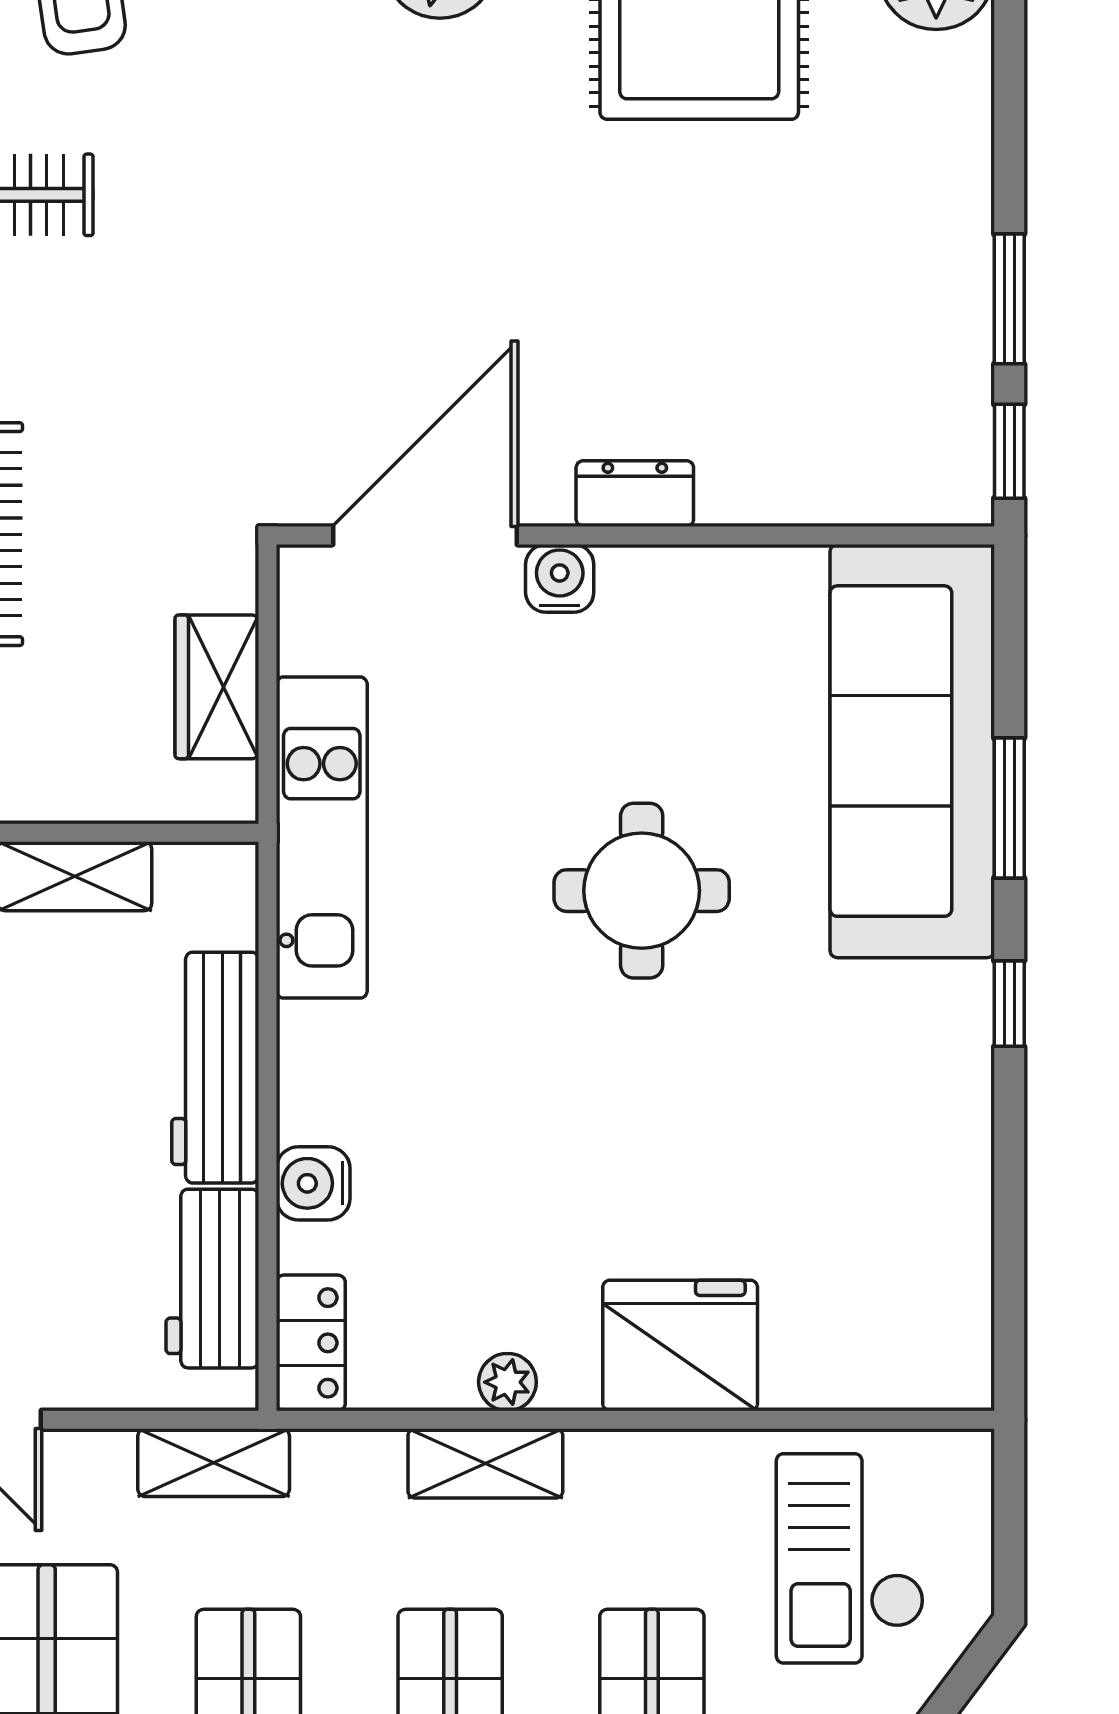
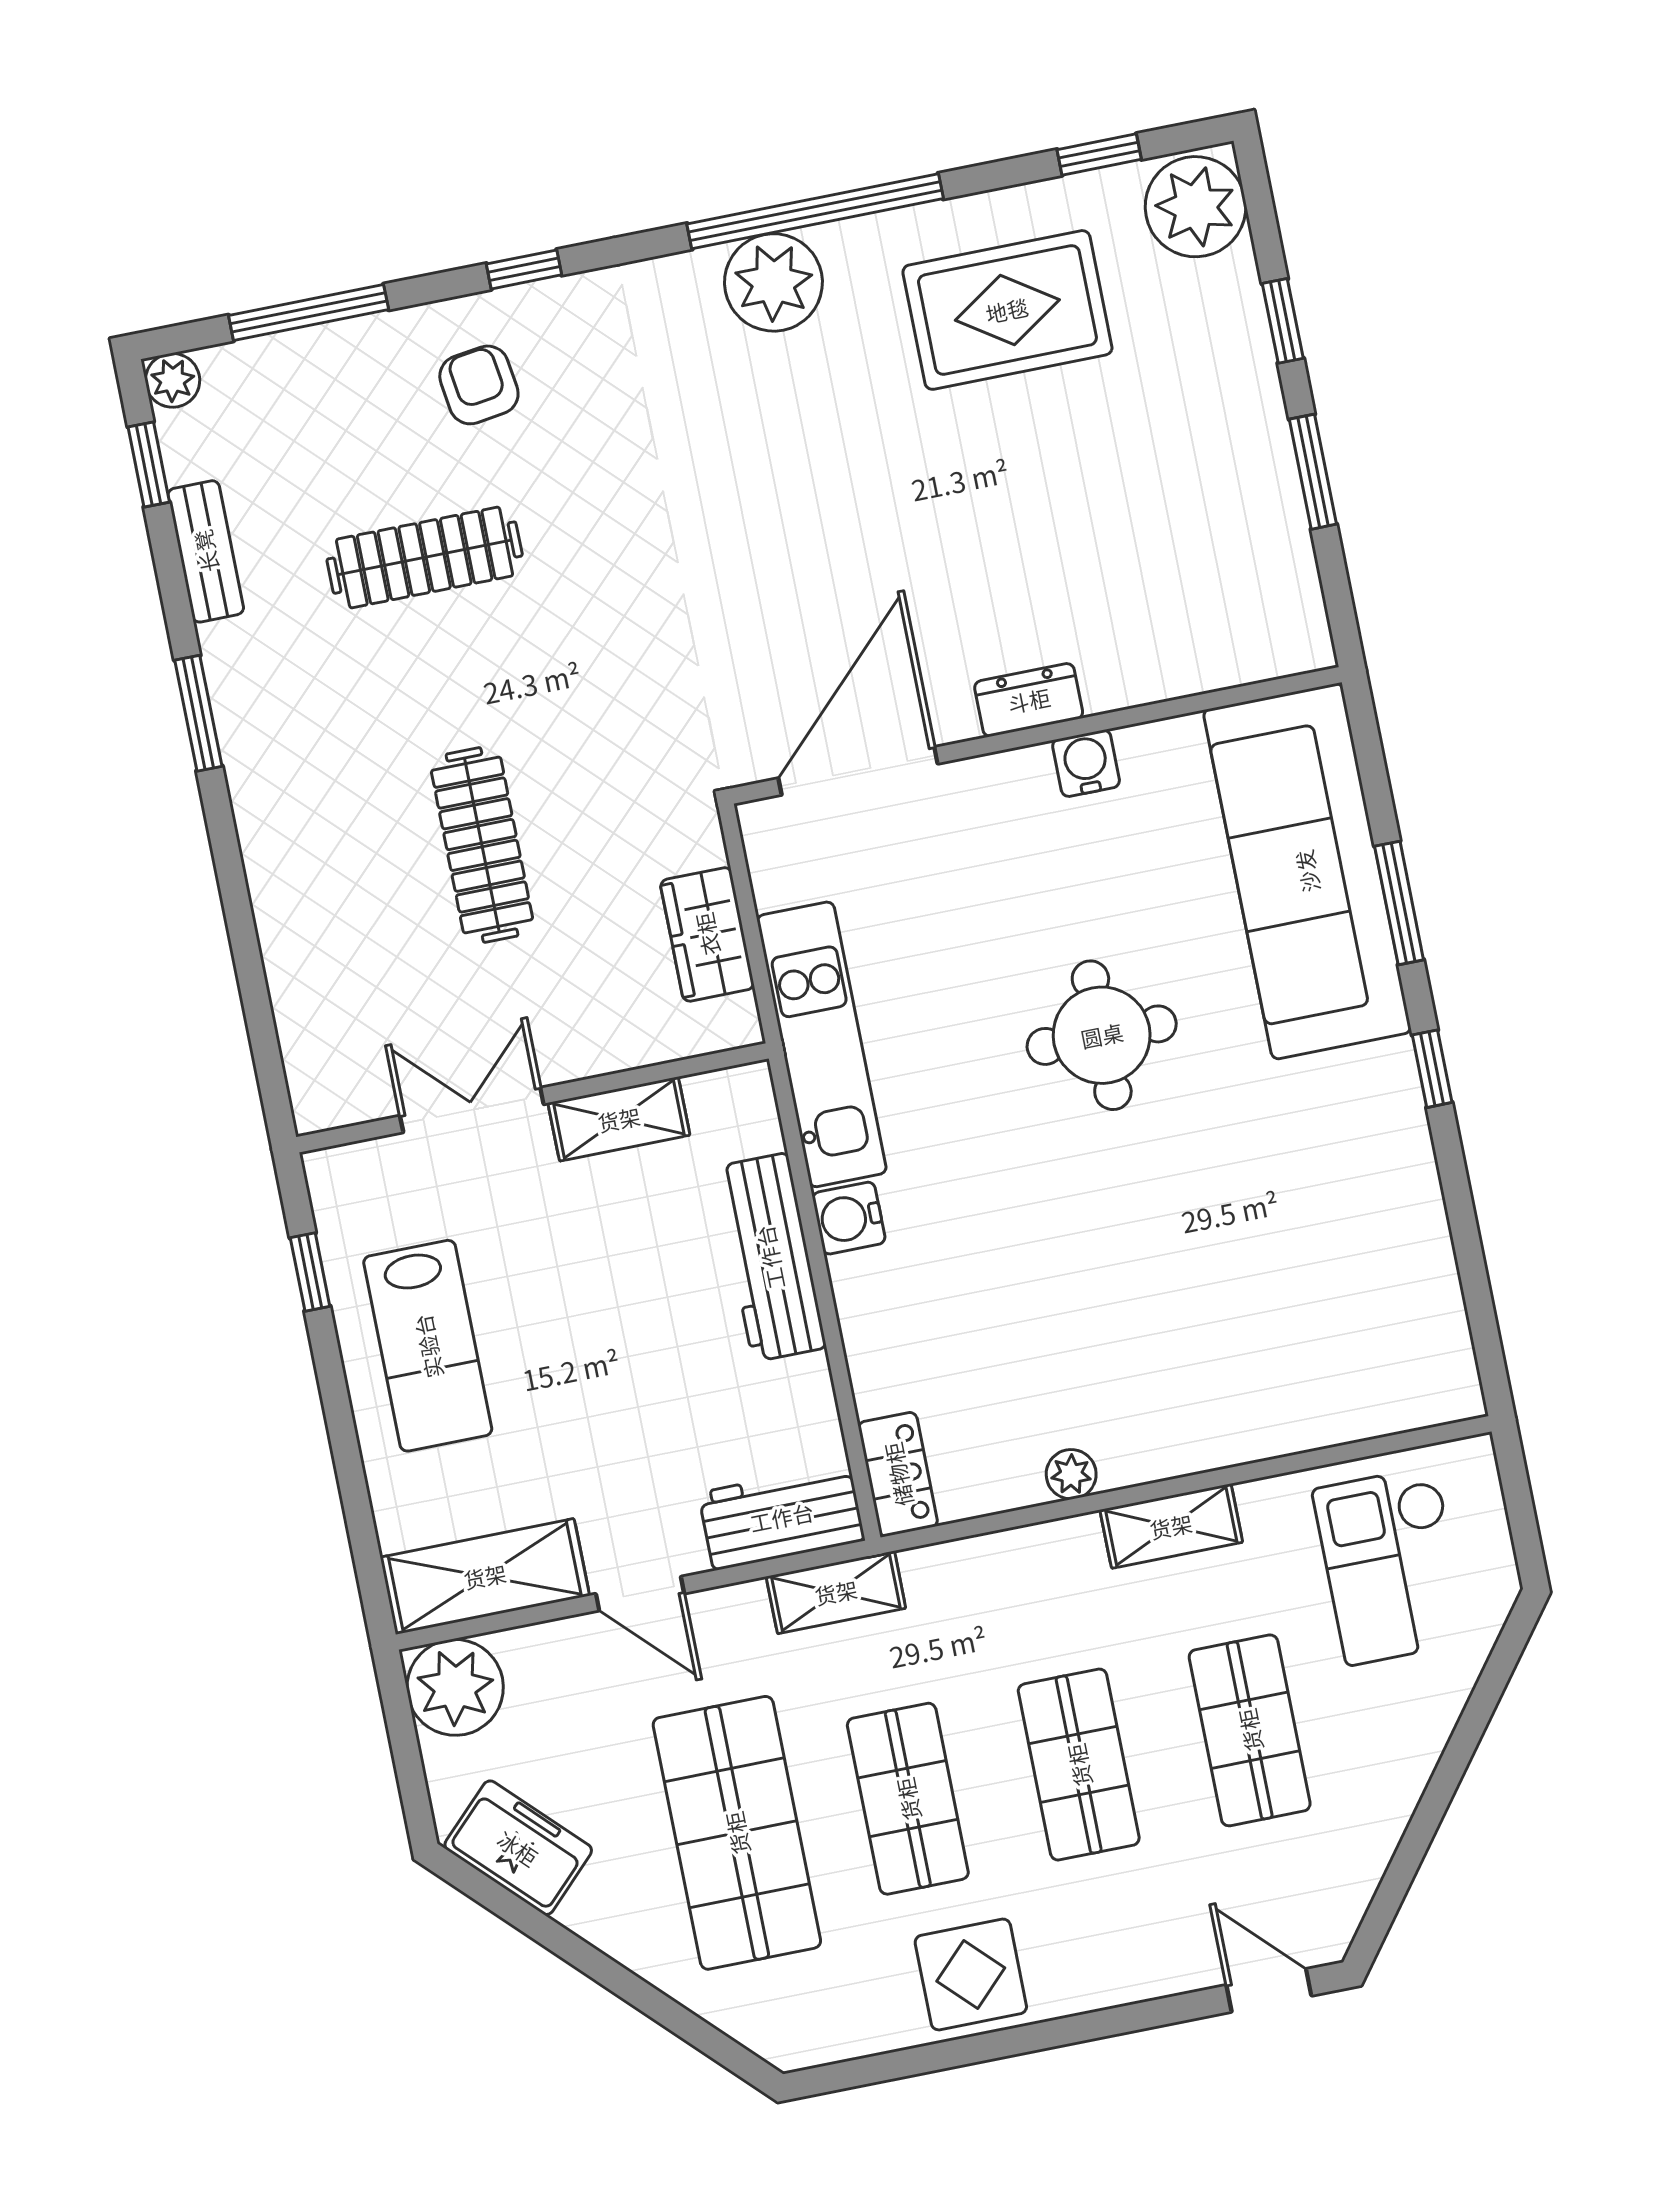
window: (1009, 451) -> (1283, 321), moved
water cooler: (560, 578) -> (1086, 763), moved
water cooler: (313, 1183) -> (849, 1218), moved
workbench: (212, 1279) -> (782, 1517), moved, turned 90
fridge: (680, 1345) -> (1211, 1414), removed
shelving: (485, 1463) -> (1171, 1526), moved

